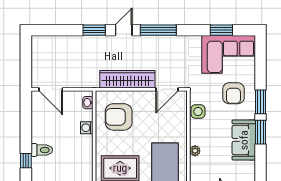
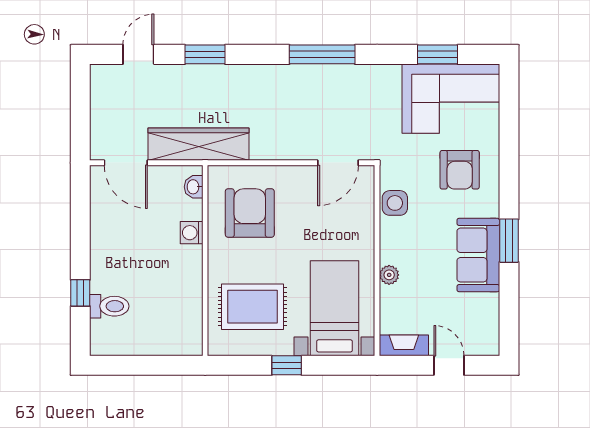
door: (124, 30) -> (138, 54), moved
wardrobe: (127, 79) -> (198, 144), moved
window: (260, 102) -> (509, 185), removed
armchair: (119, 117) -> (250, 213), turned 90
toilet: (42, 150) -> (109, 306), moved

